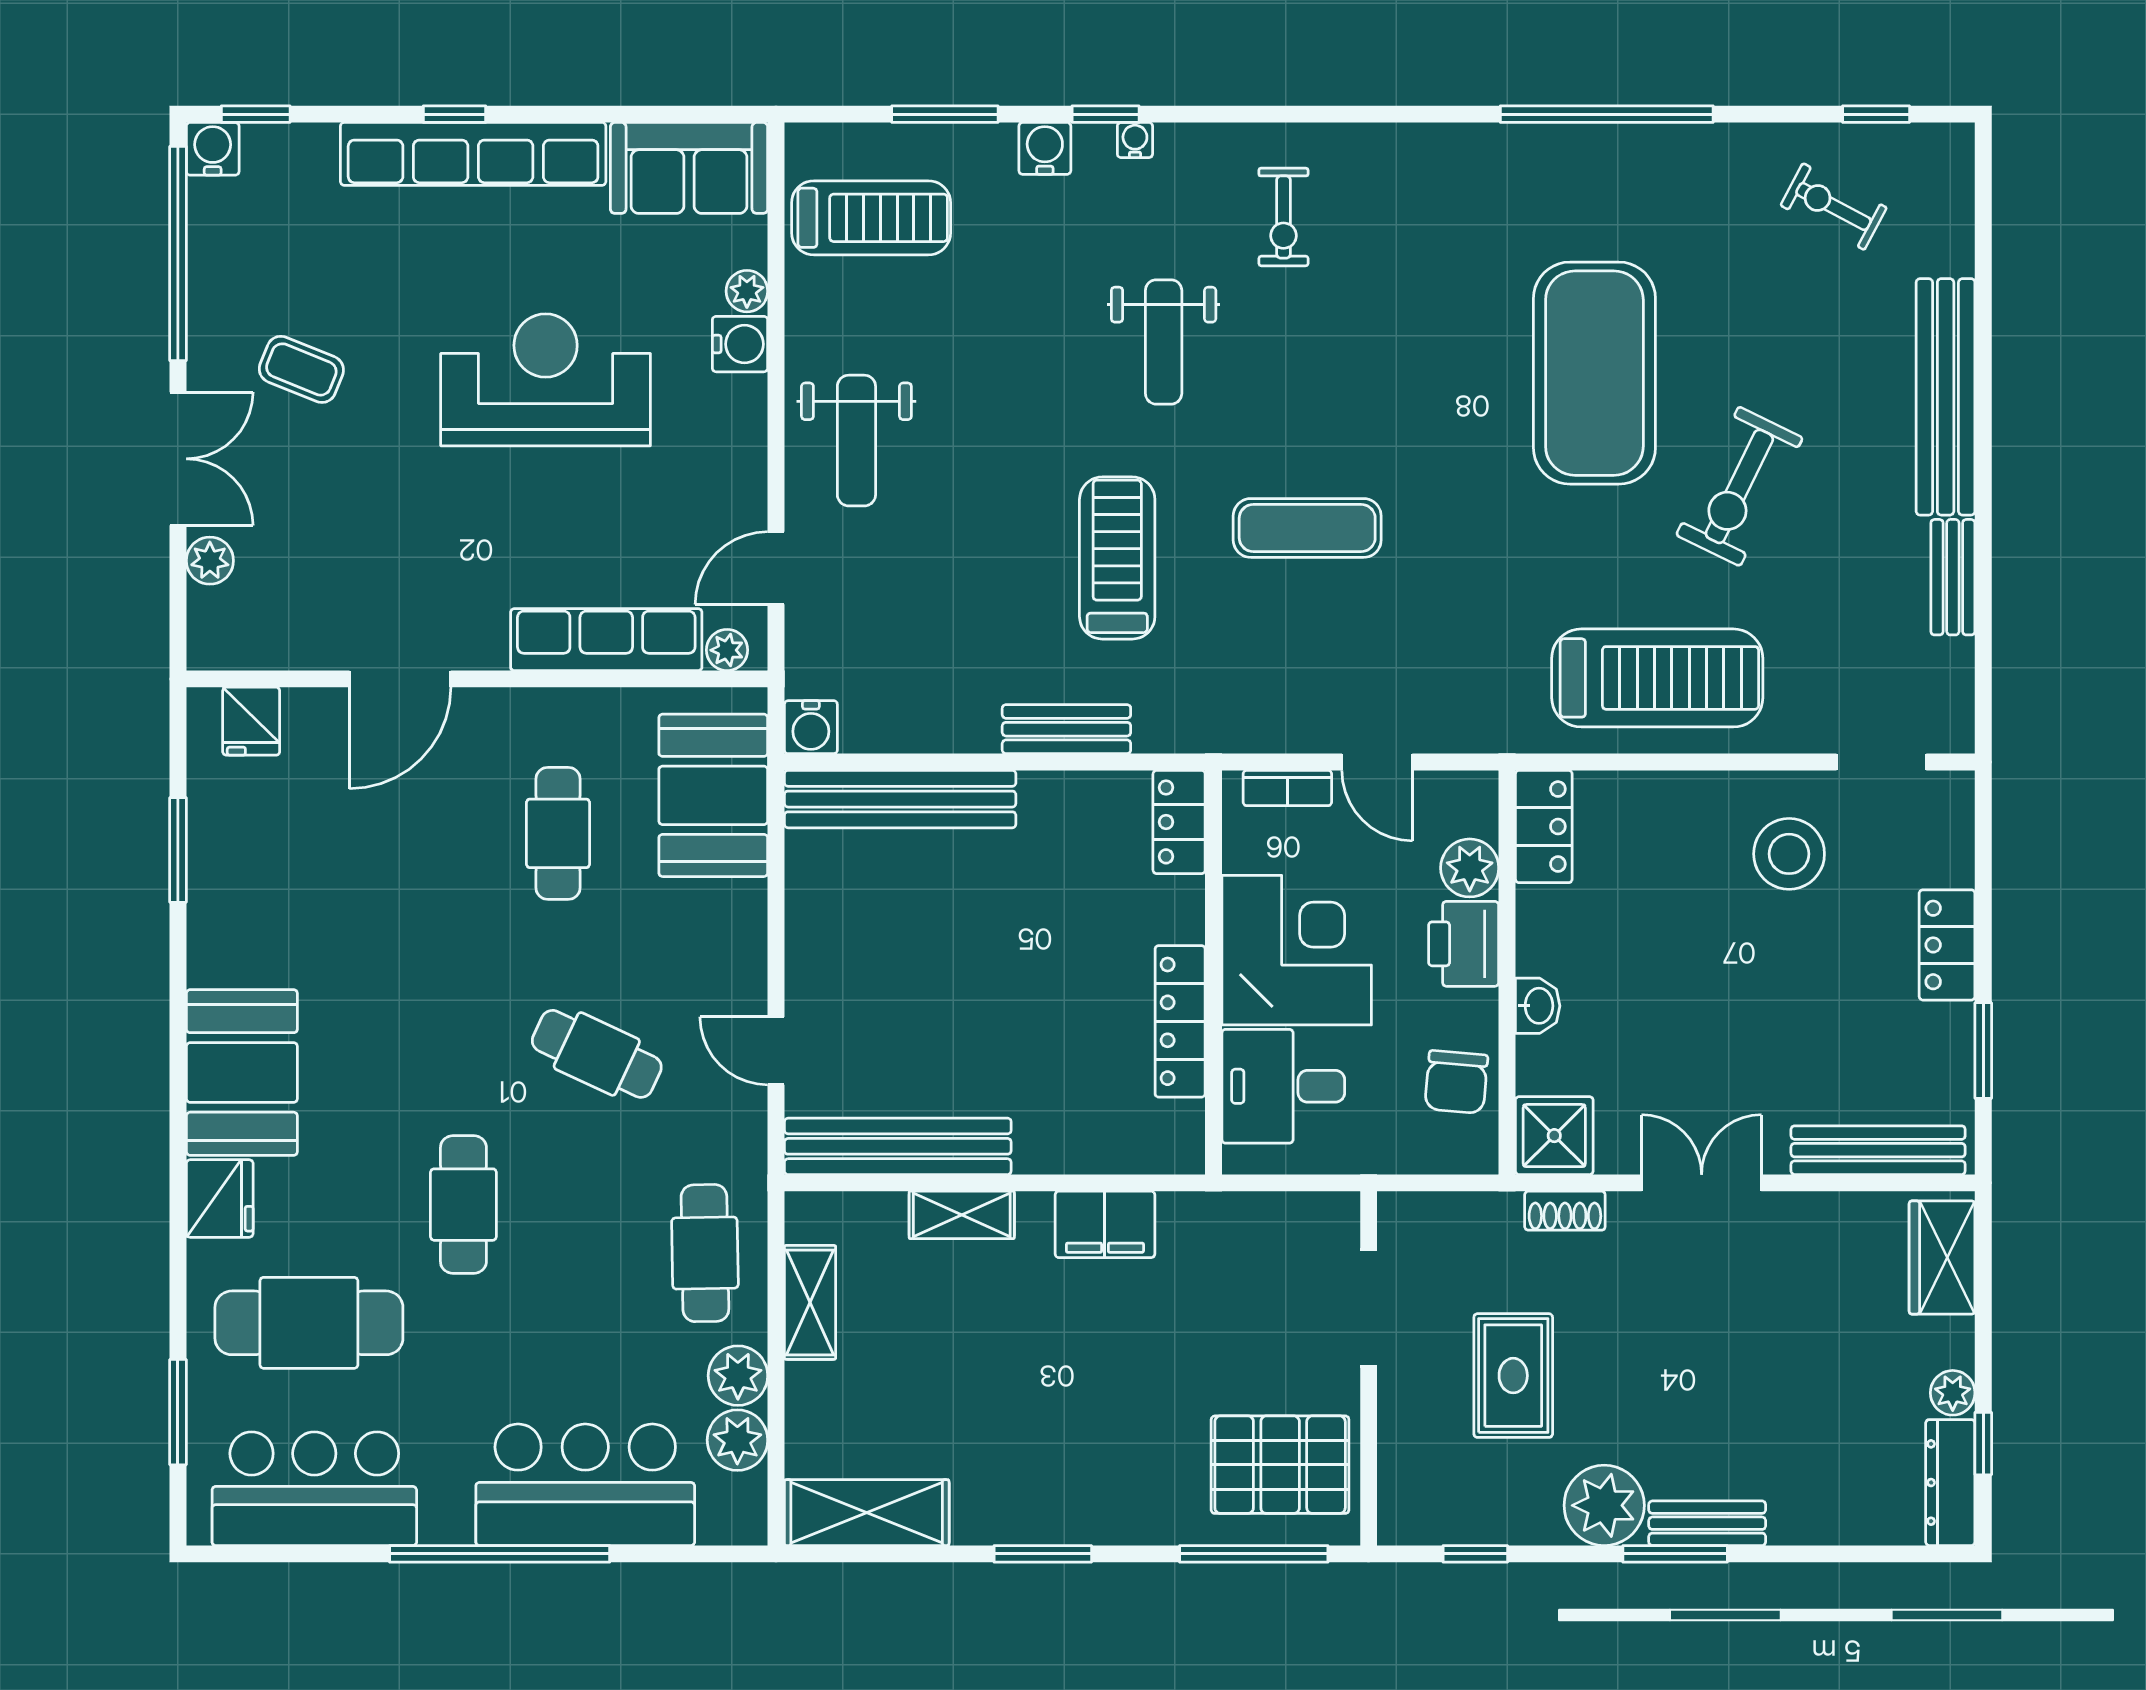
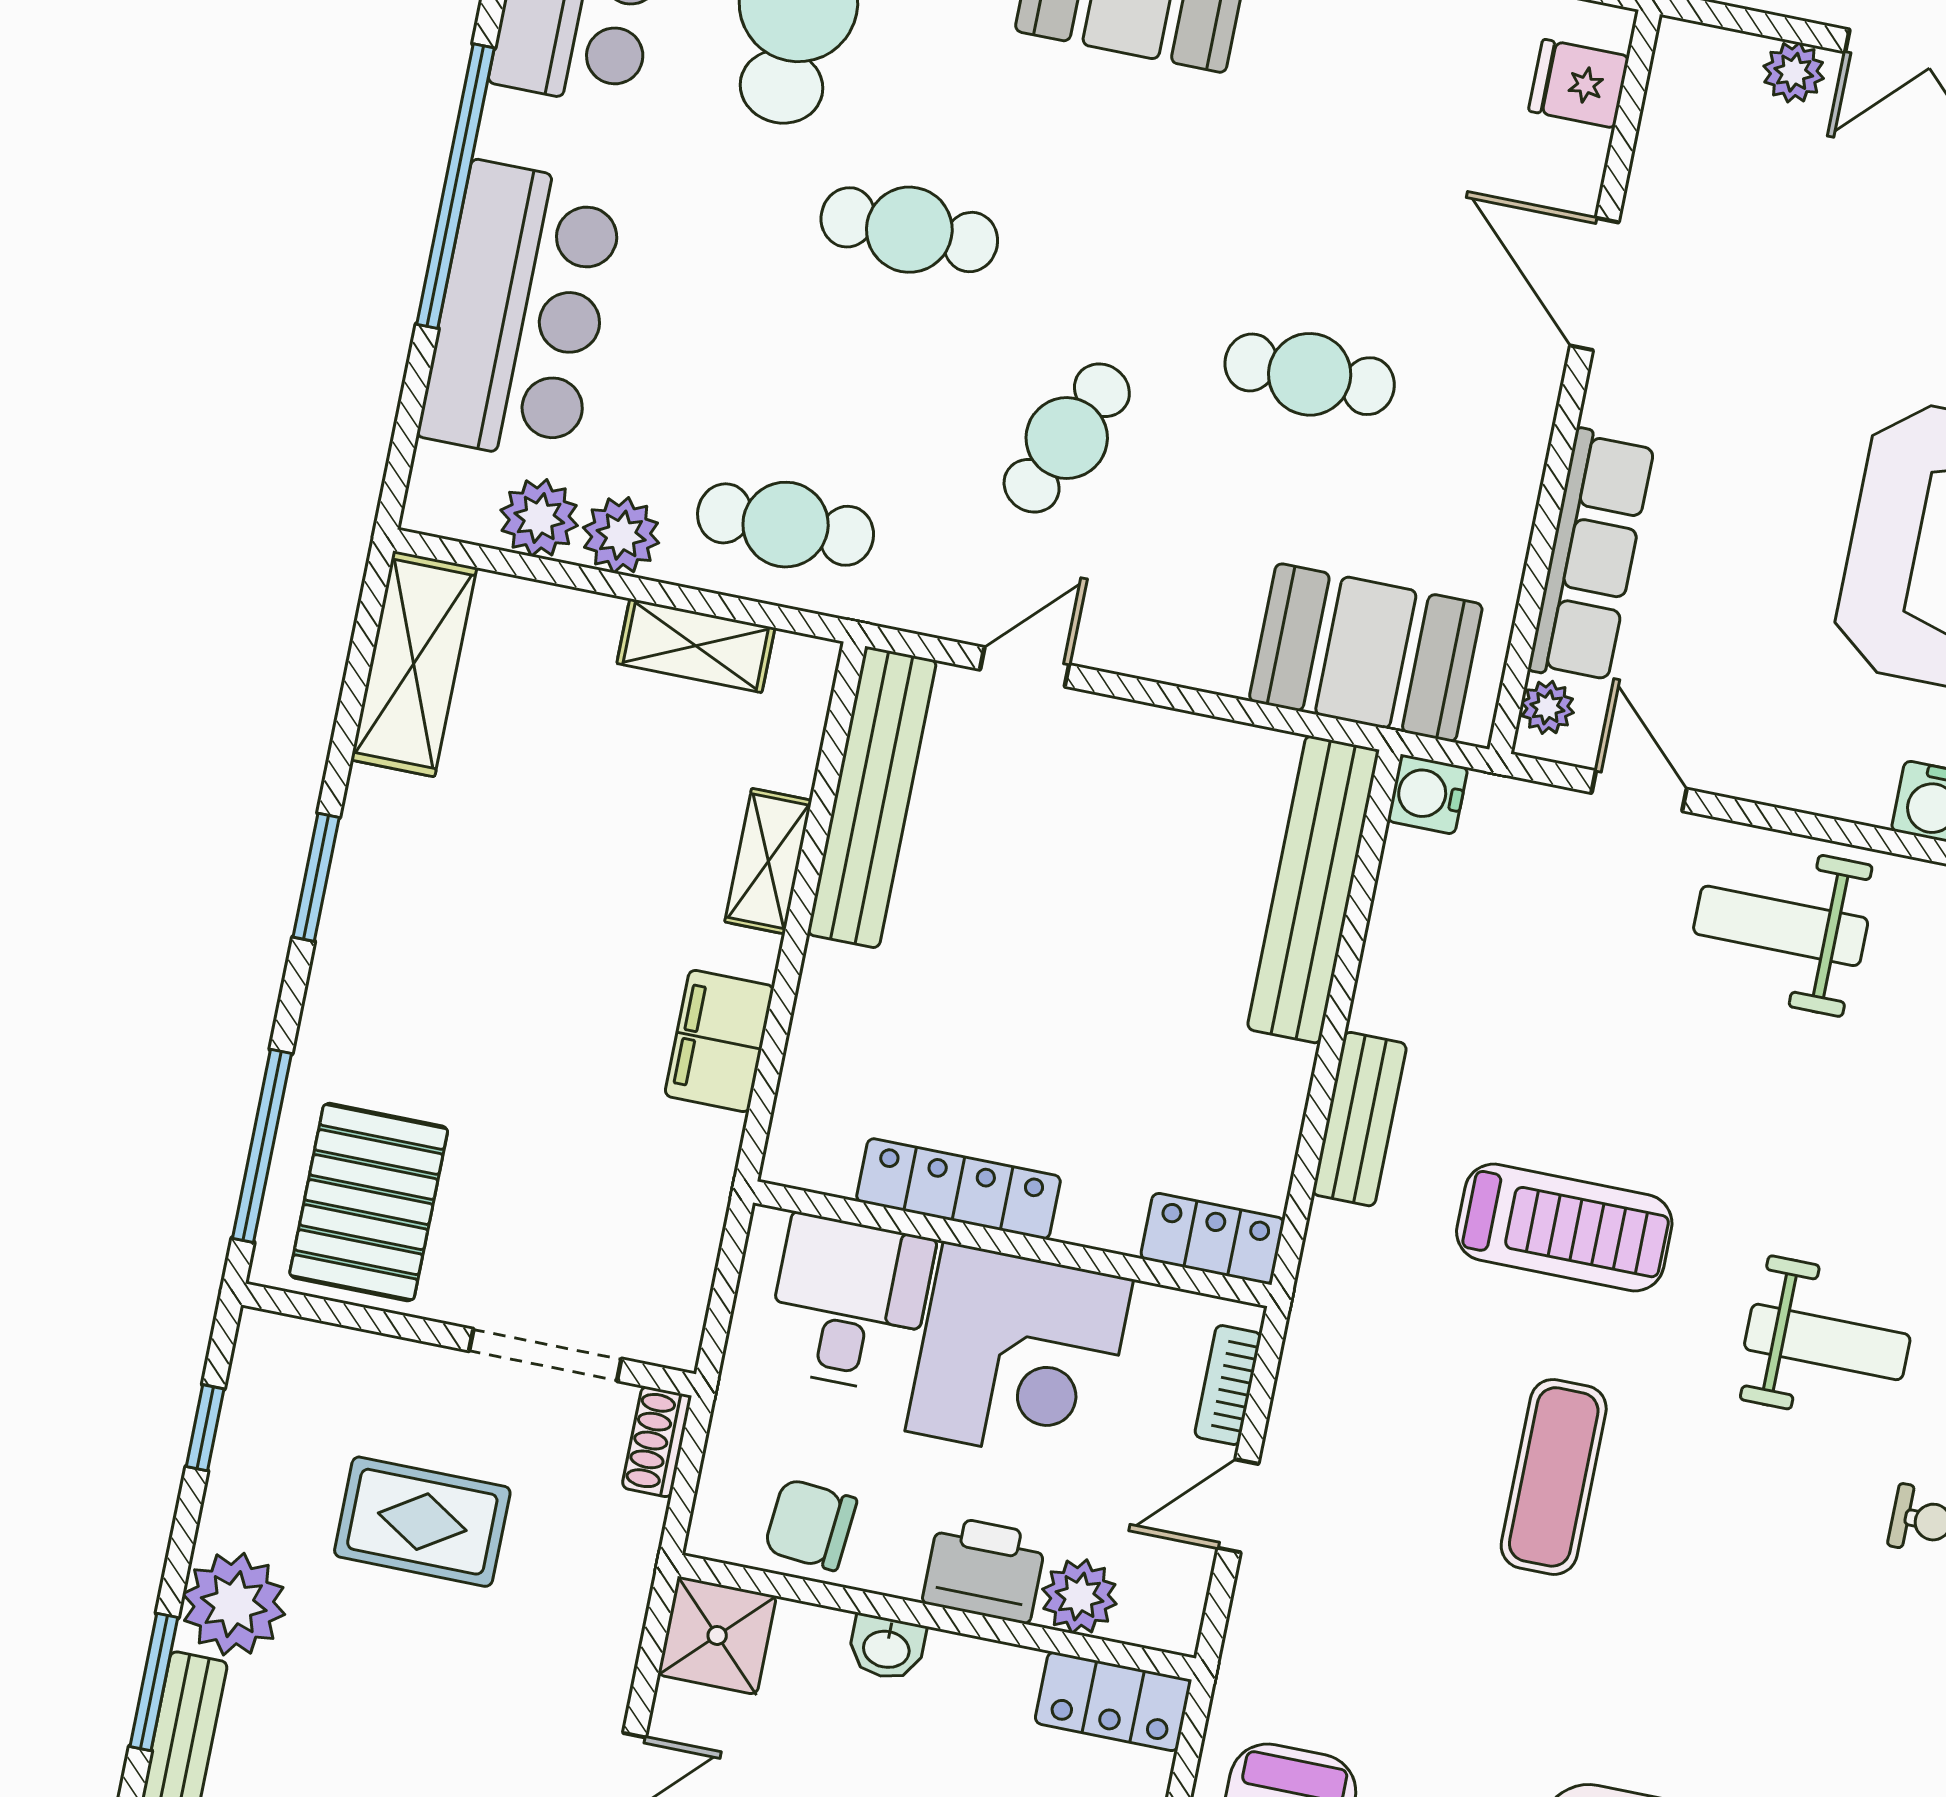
weight bench: (1164, 342) -> (1827, 1342), turned 180
cafe table: (558, 833) -> (1310, 374), moved
shoe rack: (1565, 1211) -> (657, 1442), moved

